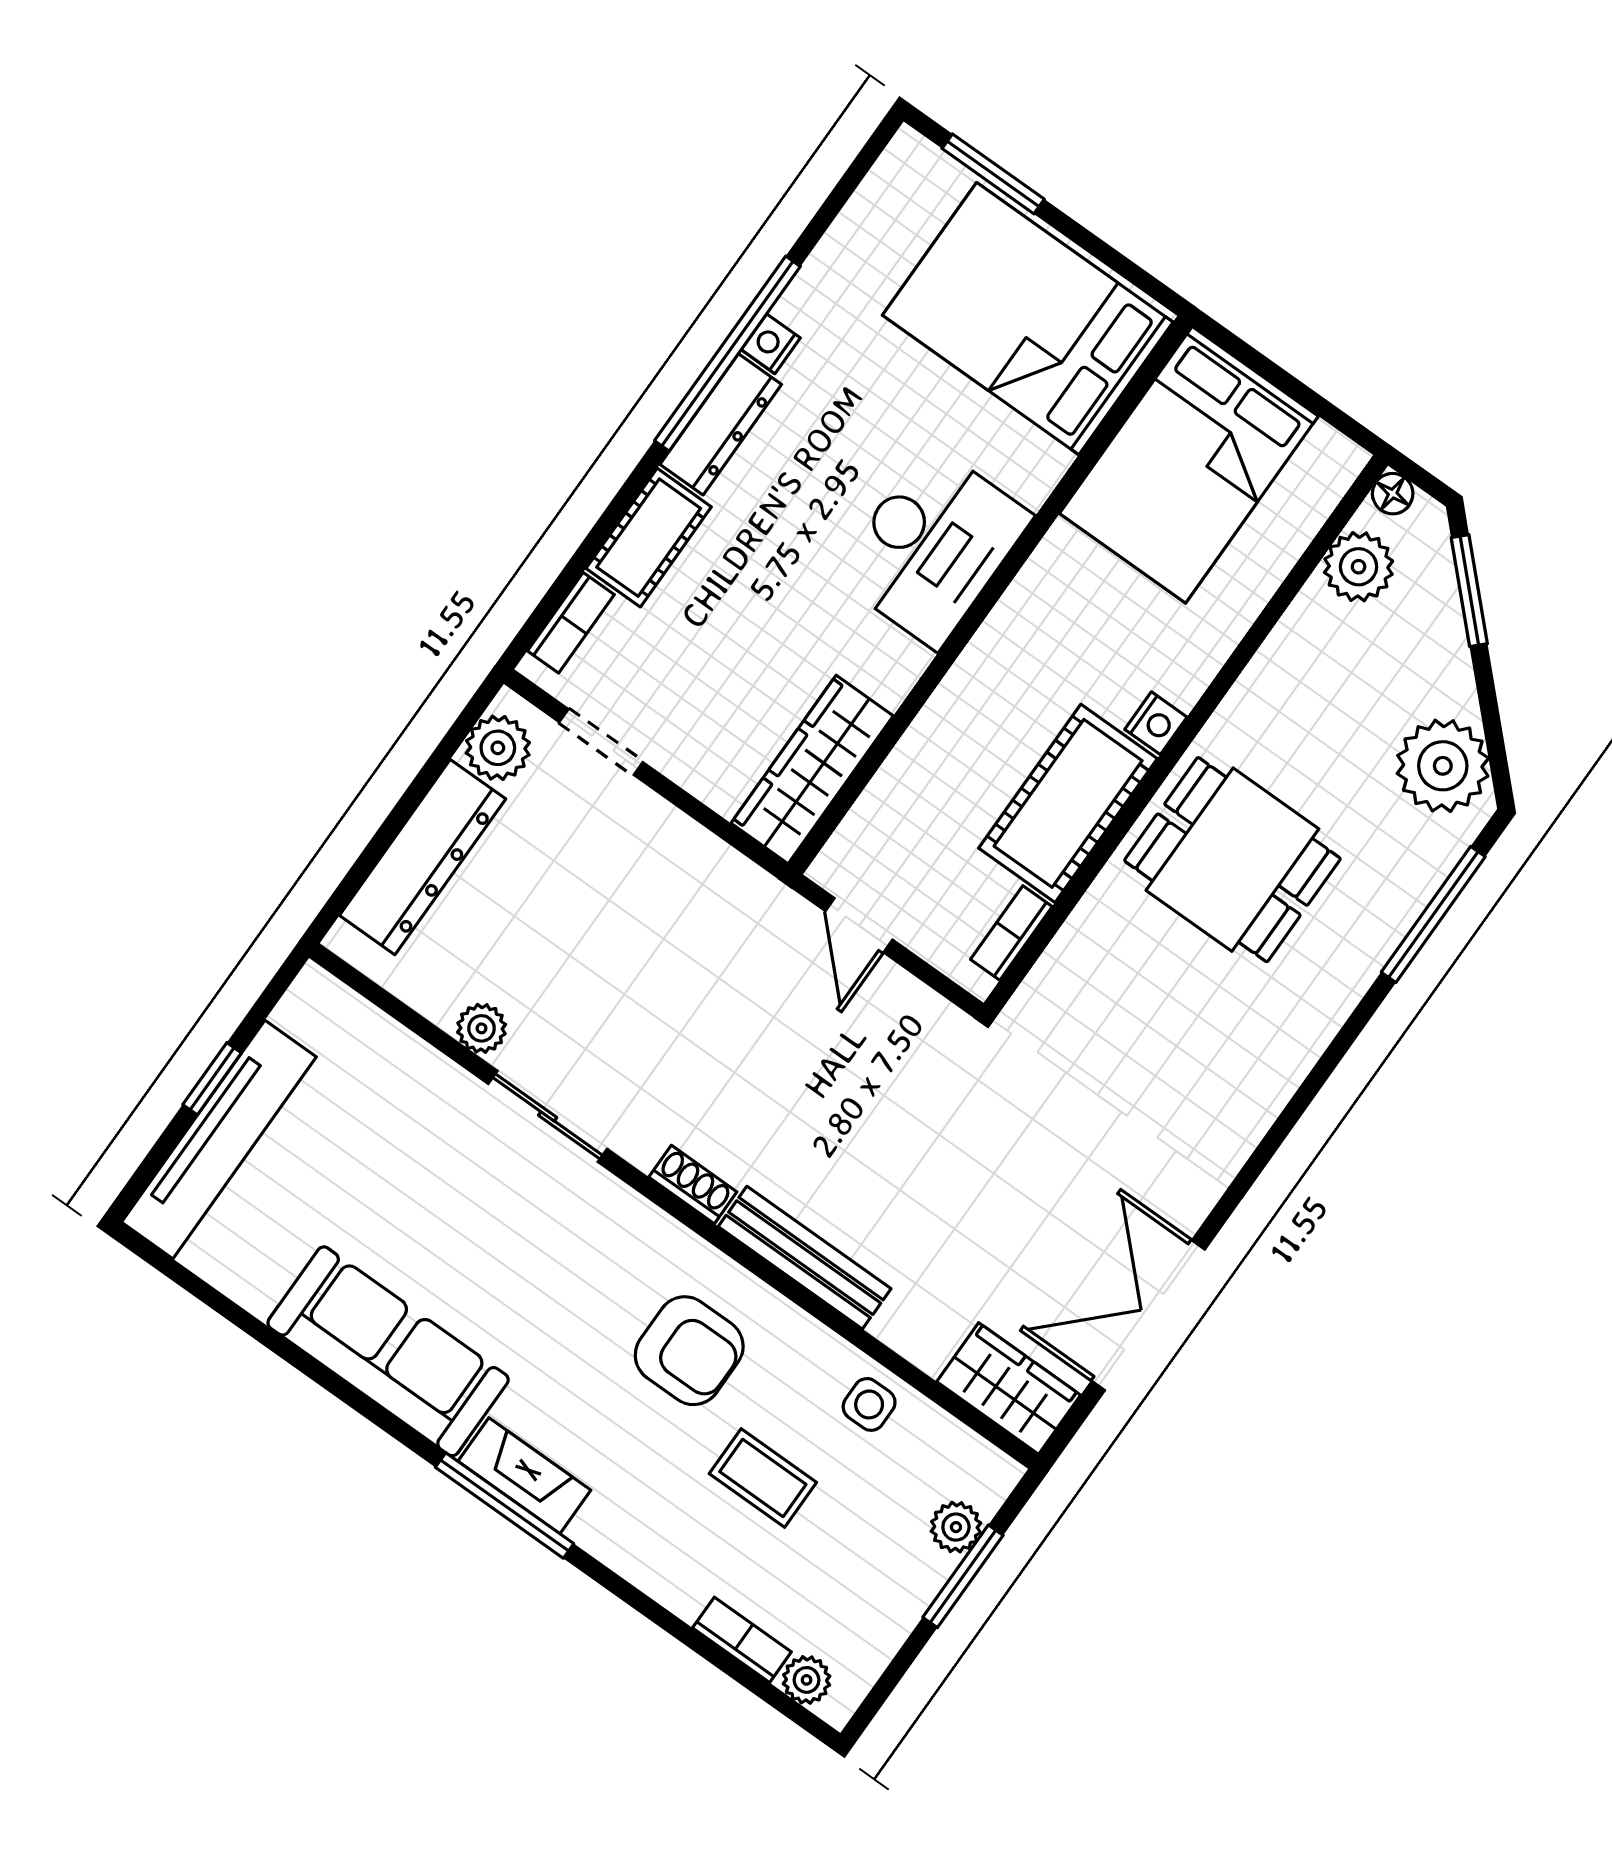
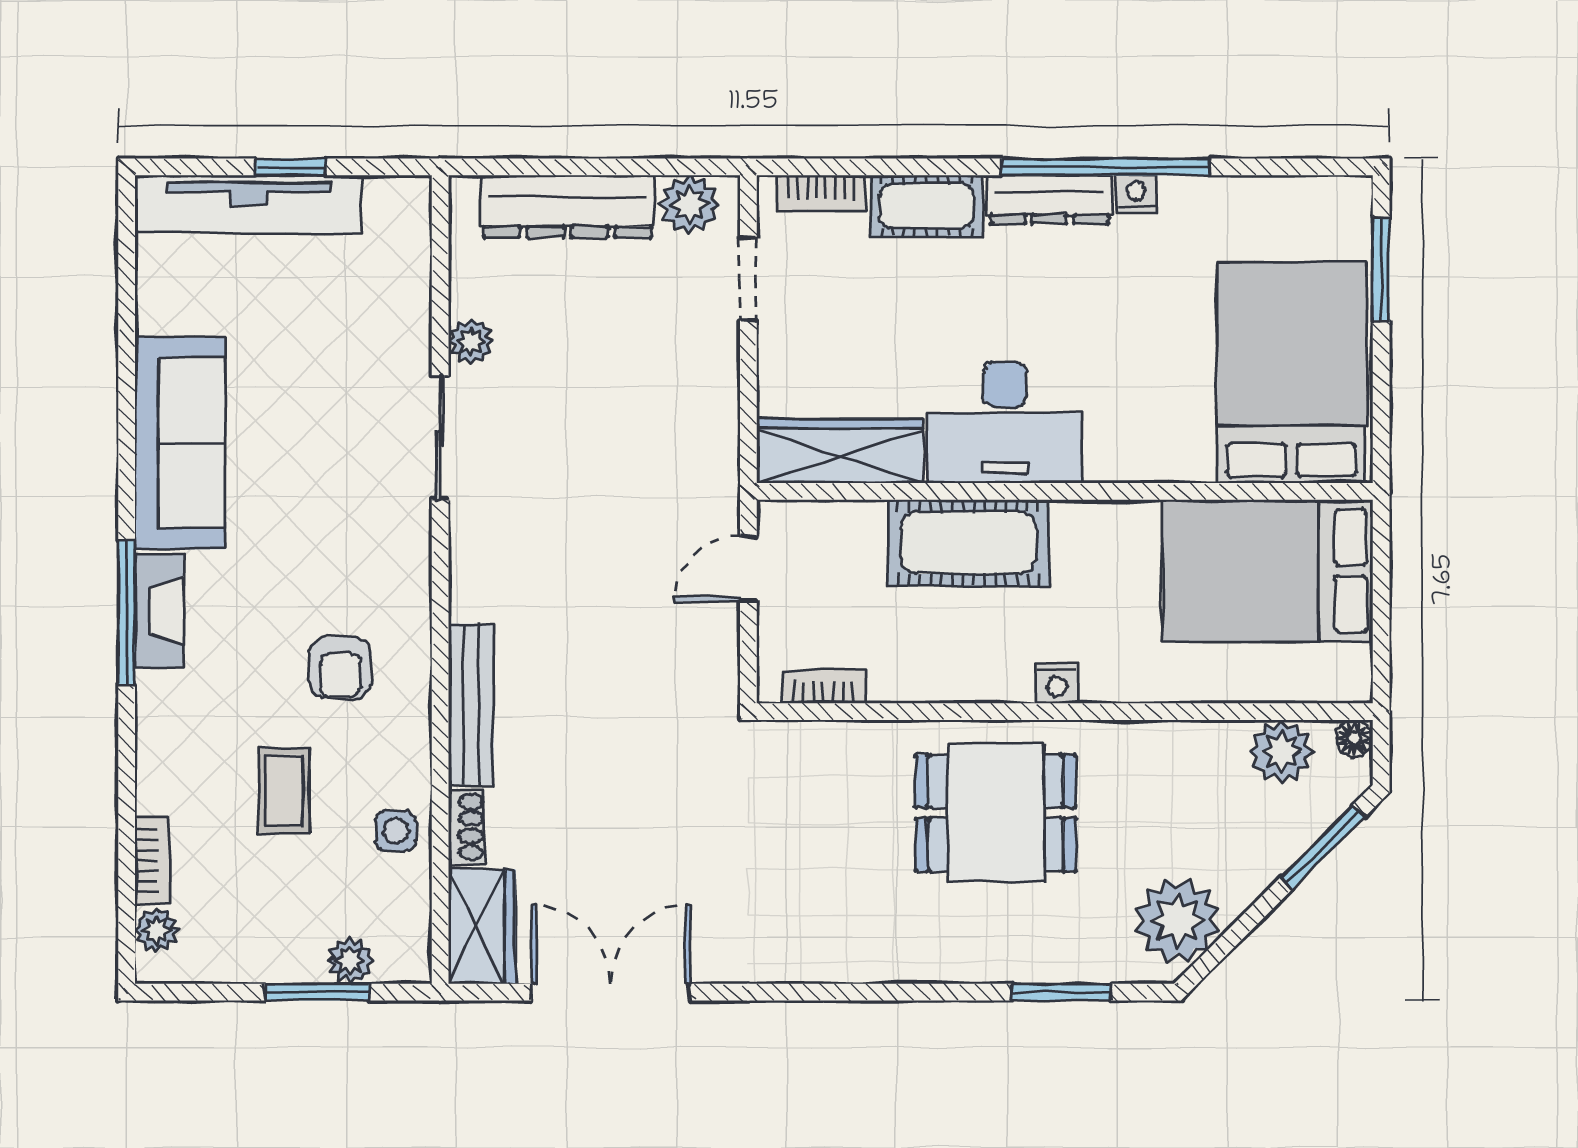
desk: (933, 546) -> (1005, 422), moved
cot: (1068, 803) -> (968, 543), moved
dining table: (1232, 860) -> (996, 813), turned 90
window: (1433, 914) -> (1061, 992), width x0.69
shoe rack: (693, 1184) -> (466, 827), moved
armchair: (689, 1351) -> (340, 668), width x0.72, depth x0.72

